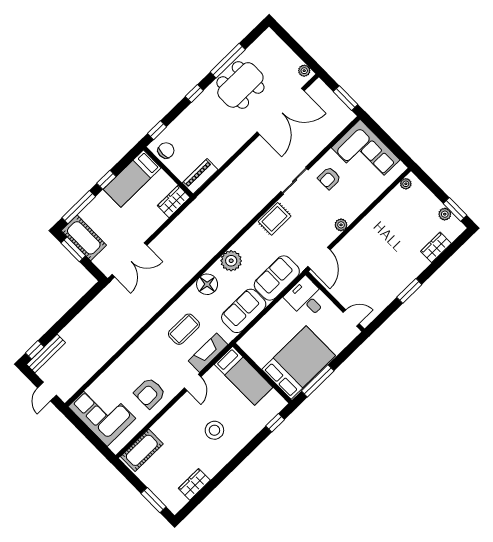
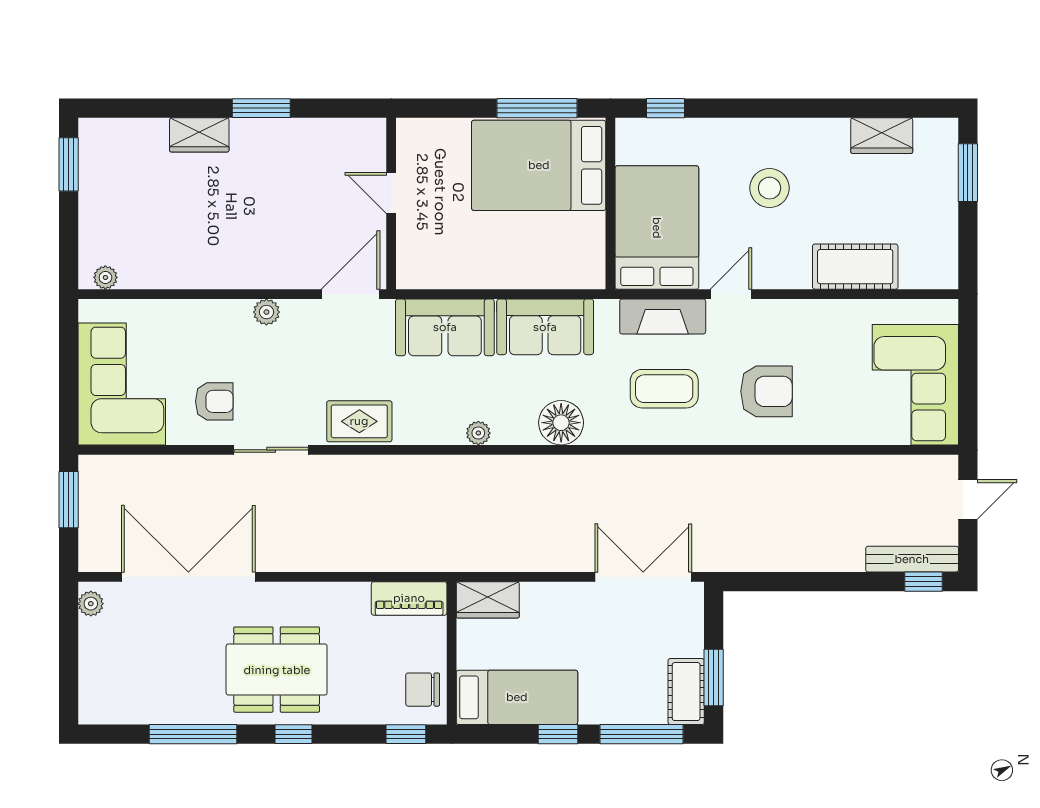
dining table: (240, 85) -> (277, 670), moved
plant: (445, 214) -> (91, 172), removed
cot: (84, 238) -> (686, 692), width x0.73, depth x0.75
wardrobe: (436, 247) -> (199, 135), moved
plant: (231, 261) -> (478, 433), width x0.53, depth x0.53
desk: (306, 298) -> (430, 252), removed
door: (351, 318) -> (391, 193), moved
bed: (244, 376) -> (657, 228), width x1.50
armchair: (150, 393) -> (766, 391), moved
cot: (142, 450) -> (855, 267), moved

